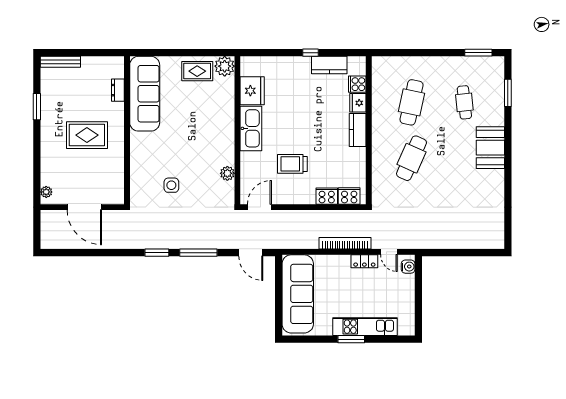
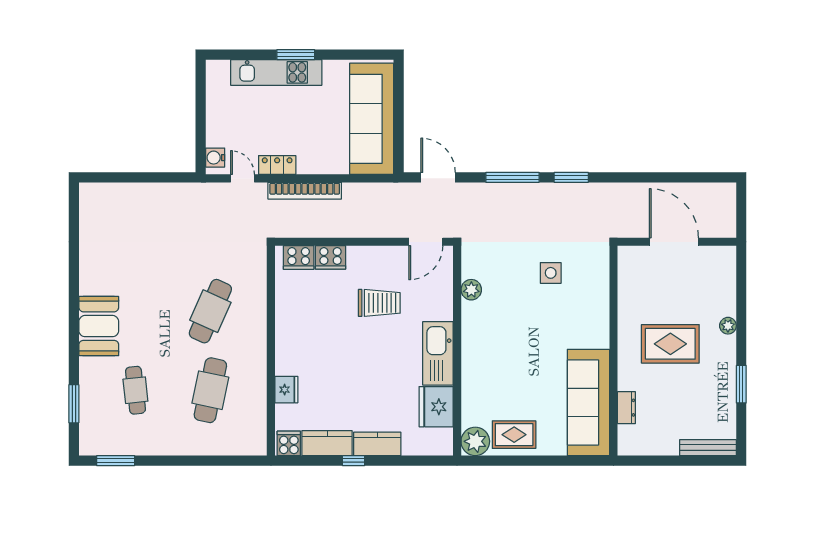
cooker: (357, 84) -> (289, 443), moved, turned -90
kitchen counter: (358, 130) -> (377, 444), moved, turned -90
plant: (46, 192) -> (728, 326), moved

